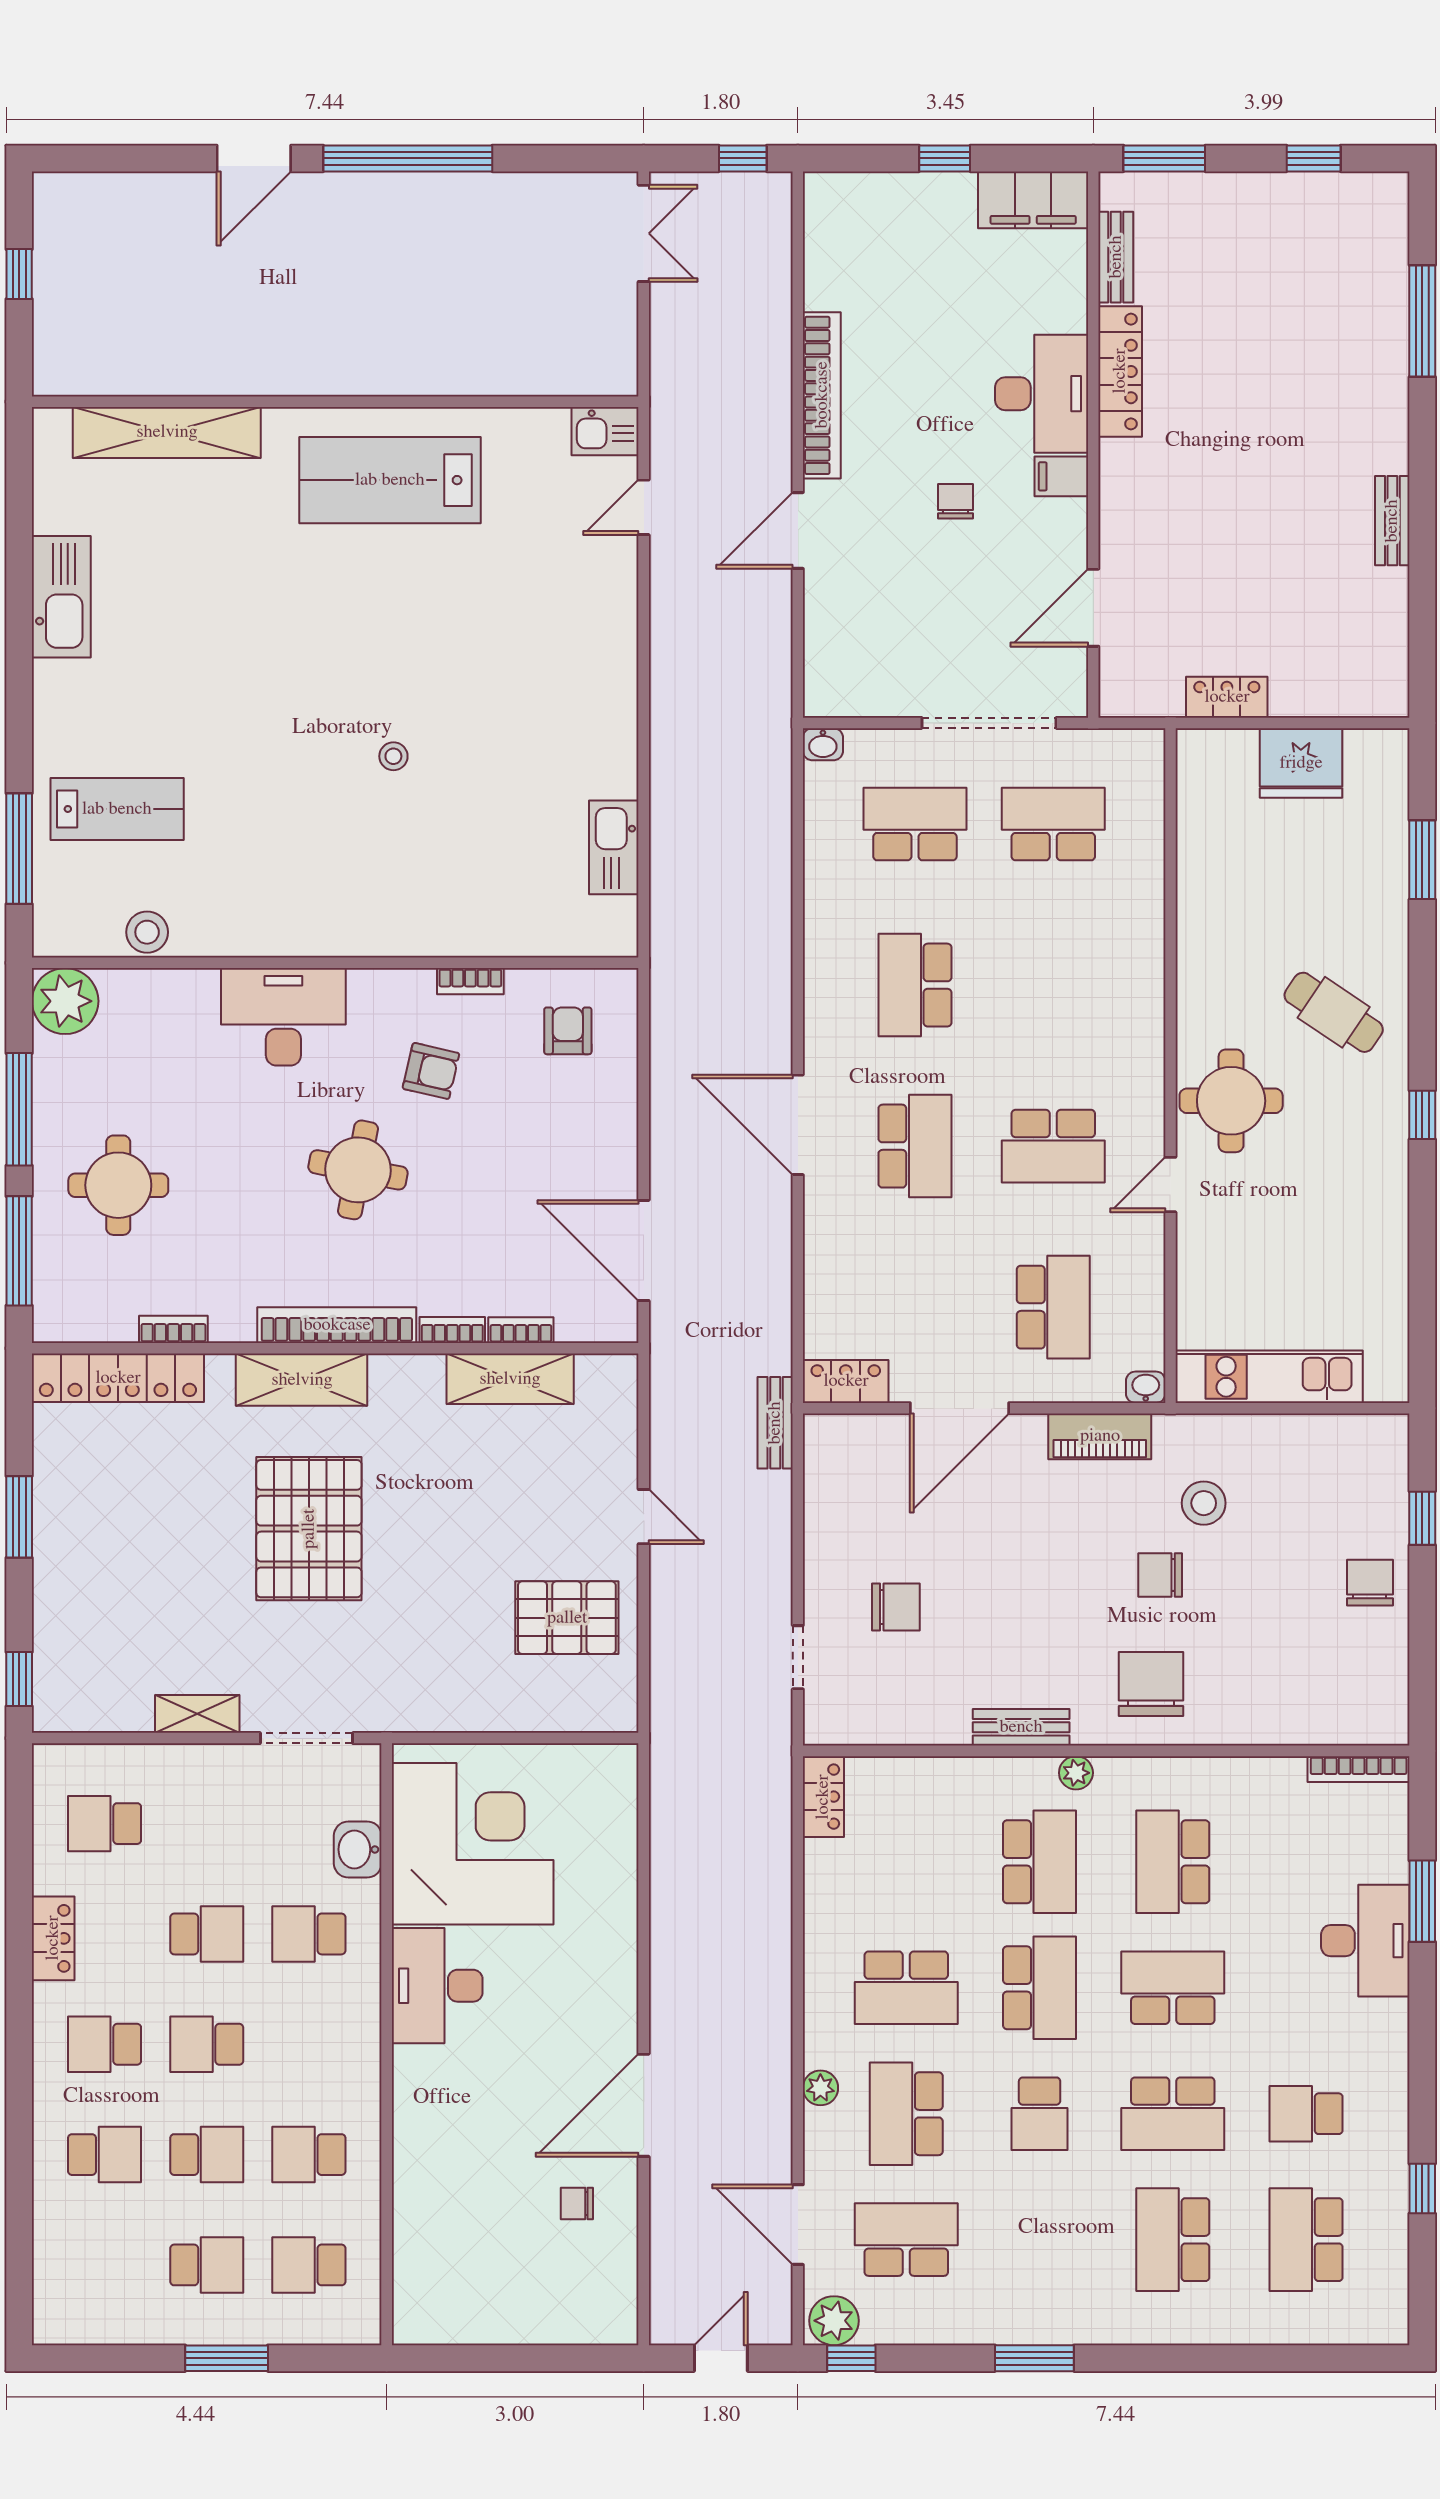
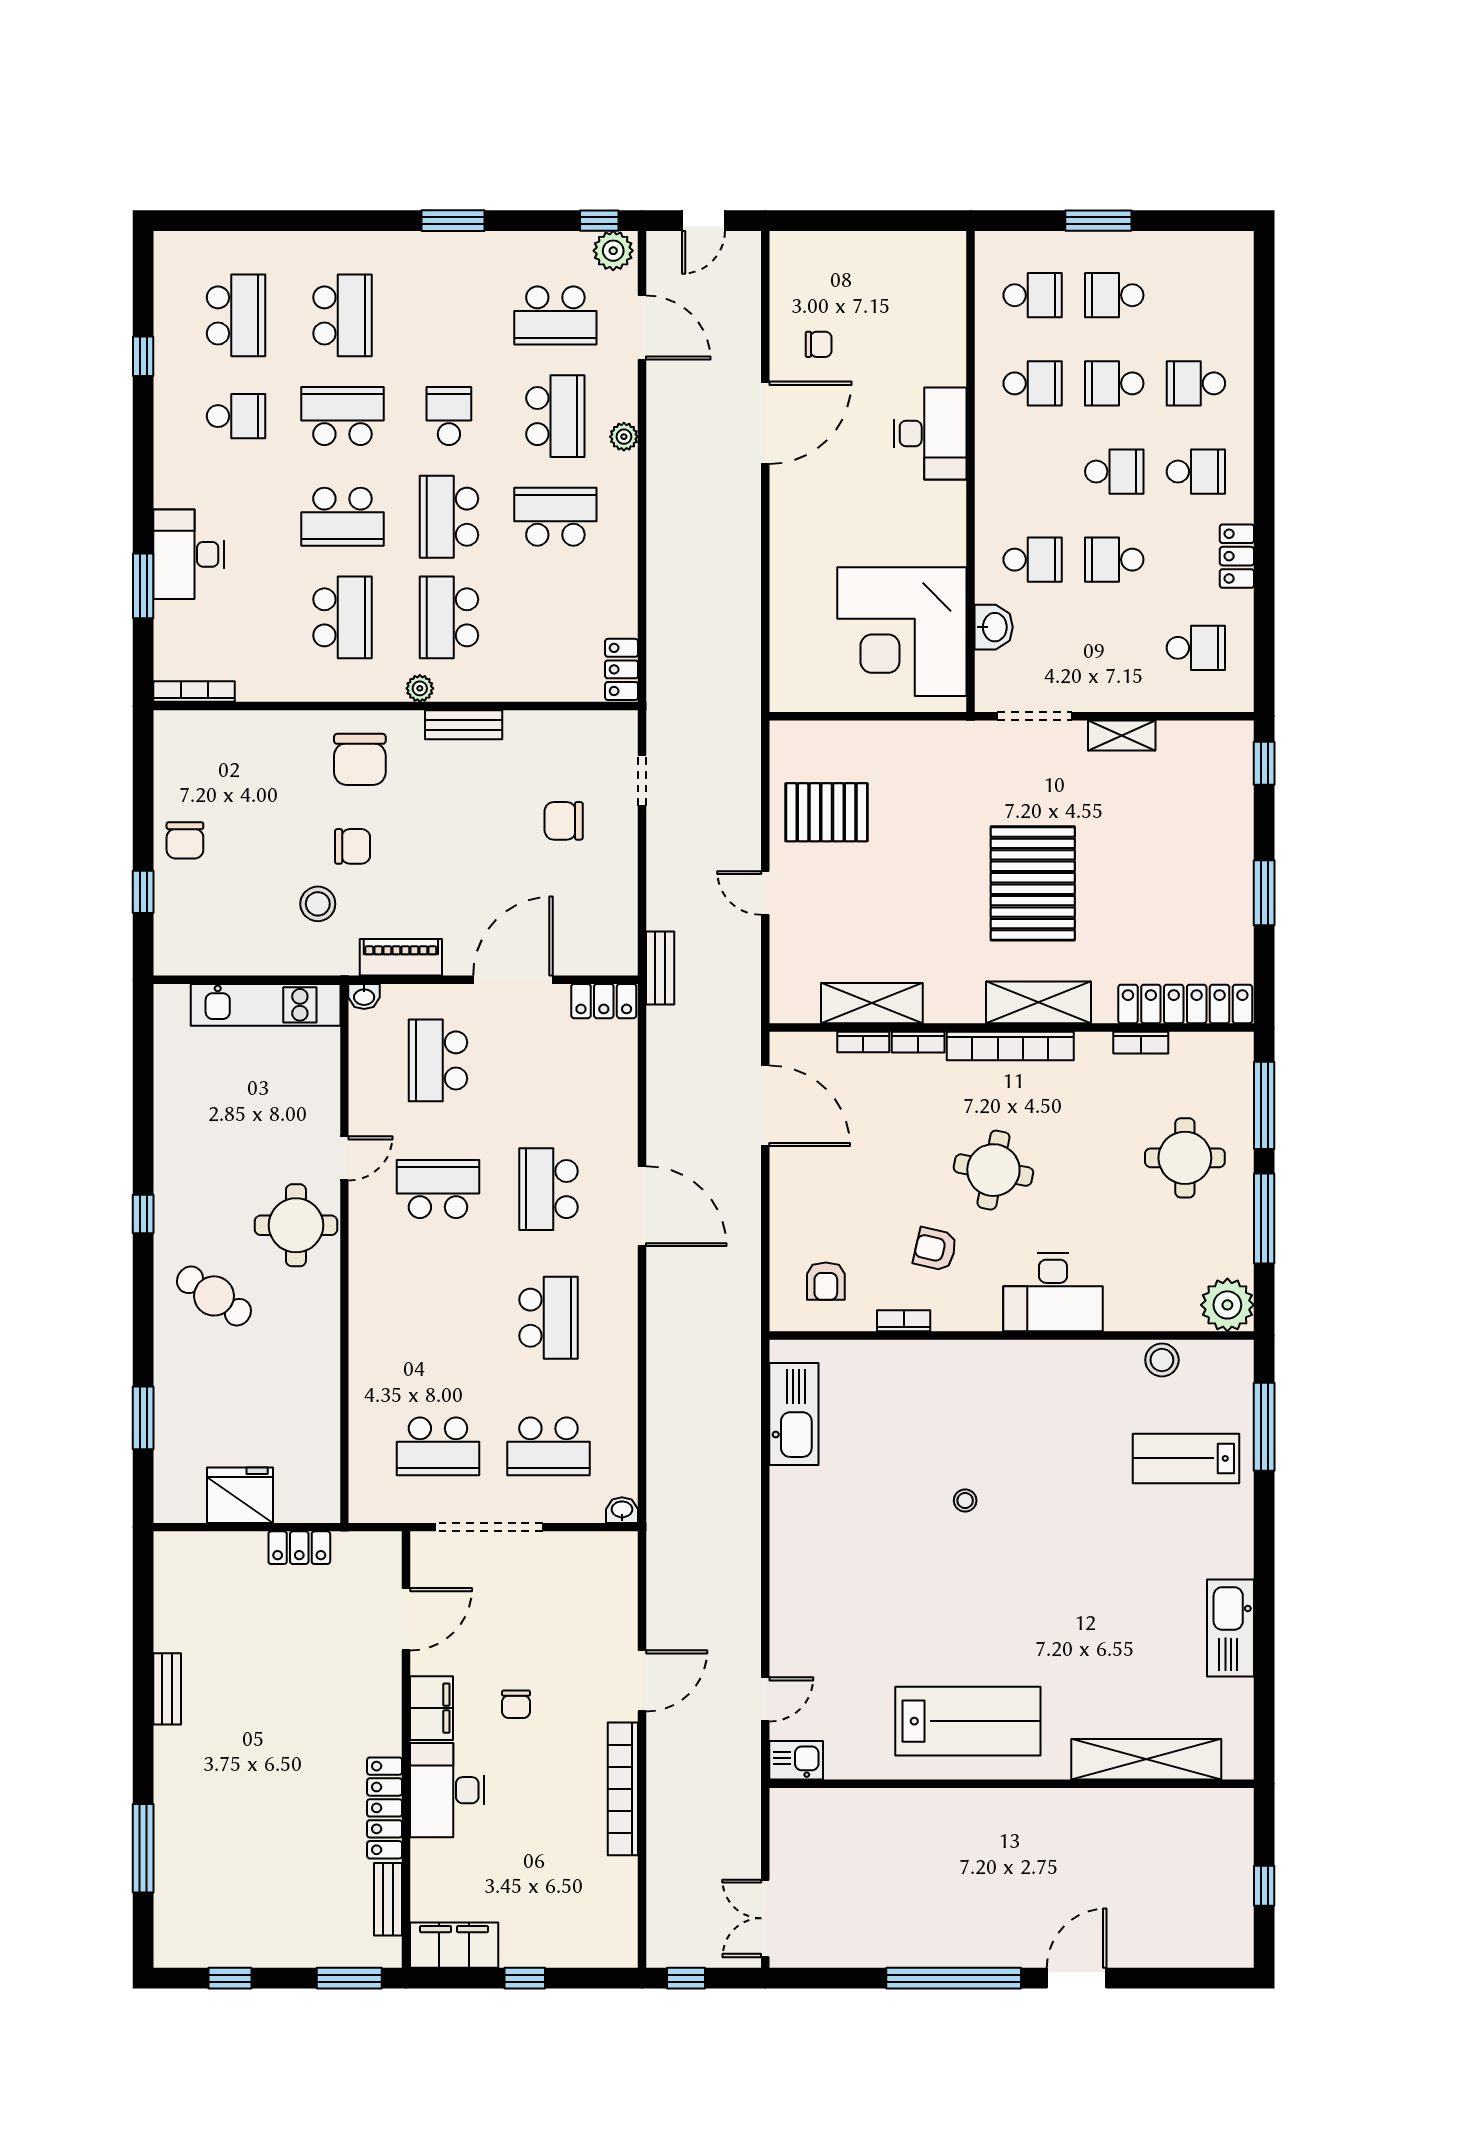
filing cabinet: (1061, 476) -> (431, 1708), width x2.00
kitchen sink: (614, 847) -> (794, 1414), width x1.36, depth x1.24
desk: (437, 1986) -> (930, 433), moved

